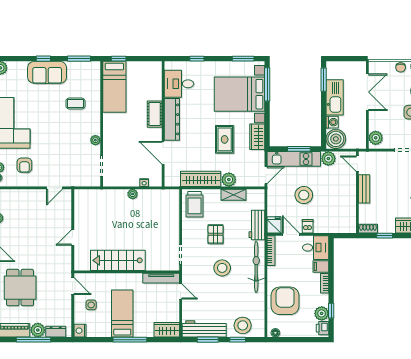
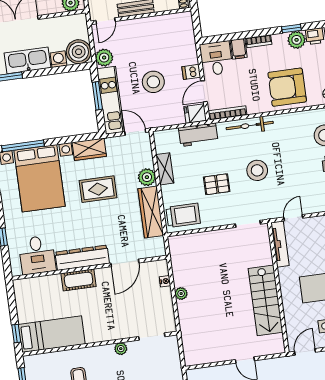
bicycle: (256, 267) -> (250, 125), width x0.73, depth x0.71

